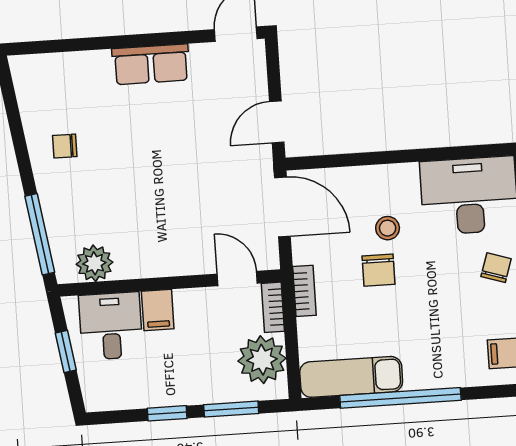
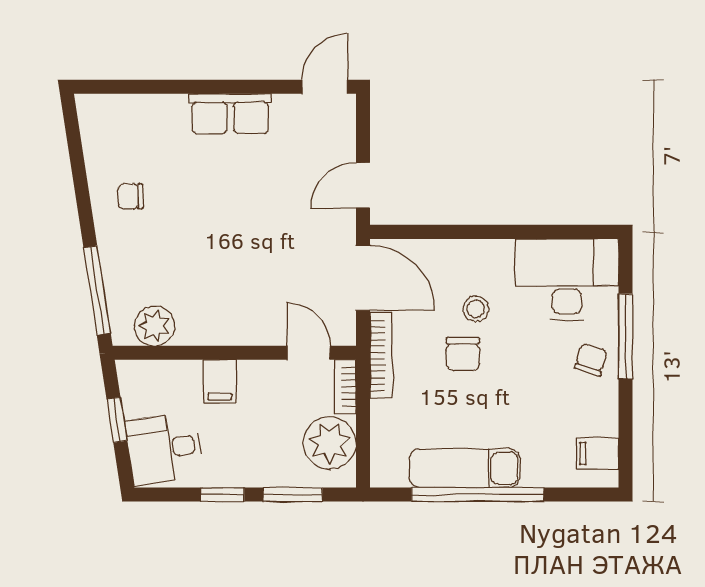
bookcase: (304, 291) -> (381, 356), width x1.56
desk: (111, 326) -> (164, 449), moved, turned -99
exam couch: (351, 377) -> (464, 468), moved

